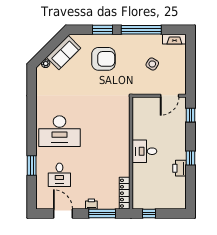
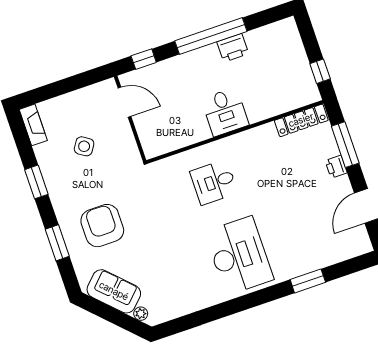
window: (141, 30) -> (36, 182), width x0.47
window: (190, 158) -> (211, 36), width x3.17
desk: (59, 175) -> (214, 182), moved, turned 180

